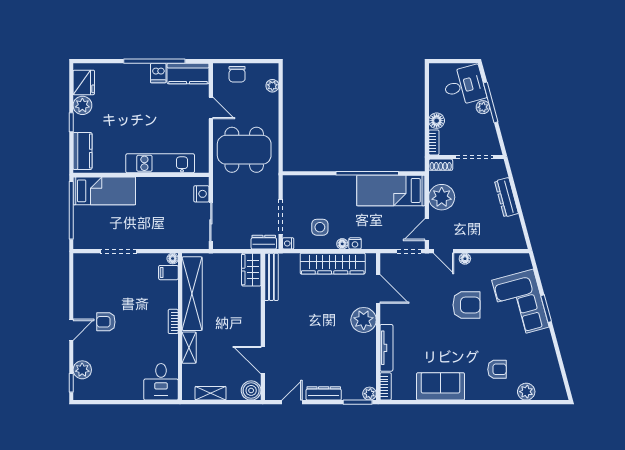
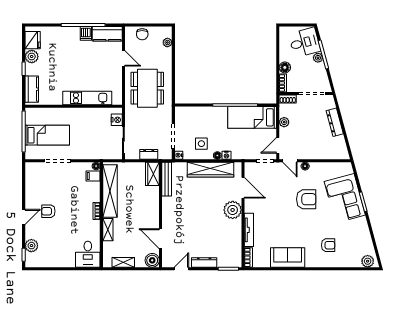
dining table: (244, 150) -> (147, 88), turned 90
bed: (104, 191) -> (47, 135), moved
plant: (442, 197) -> (284, 122), width x0.53, depth x0.53
dresser: (264, 242) -> (149, 154), moved
plant: (526, 392) -> (368, 261), moved
plant: (369, 394) -> (237, 263), removed

